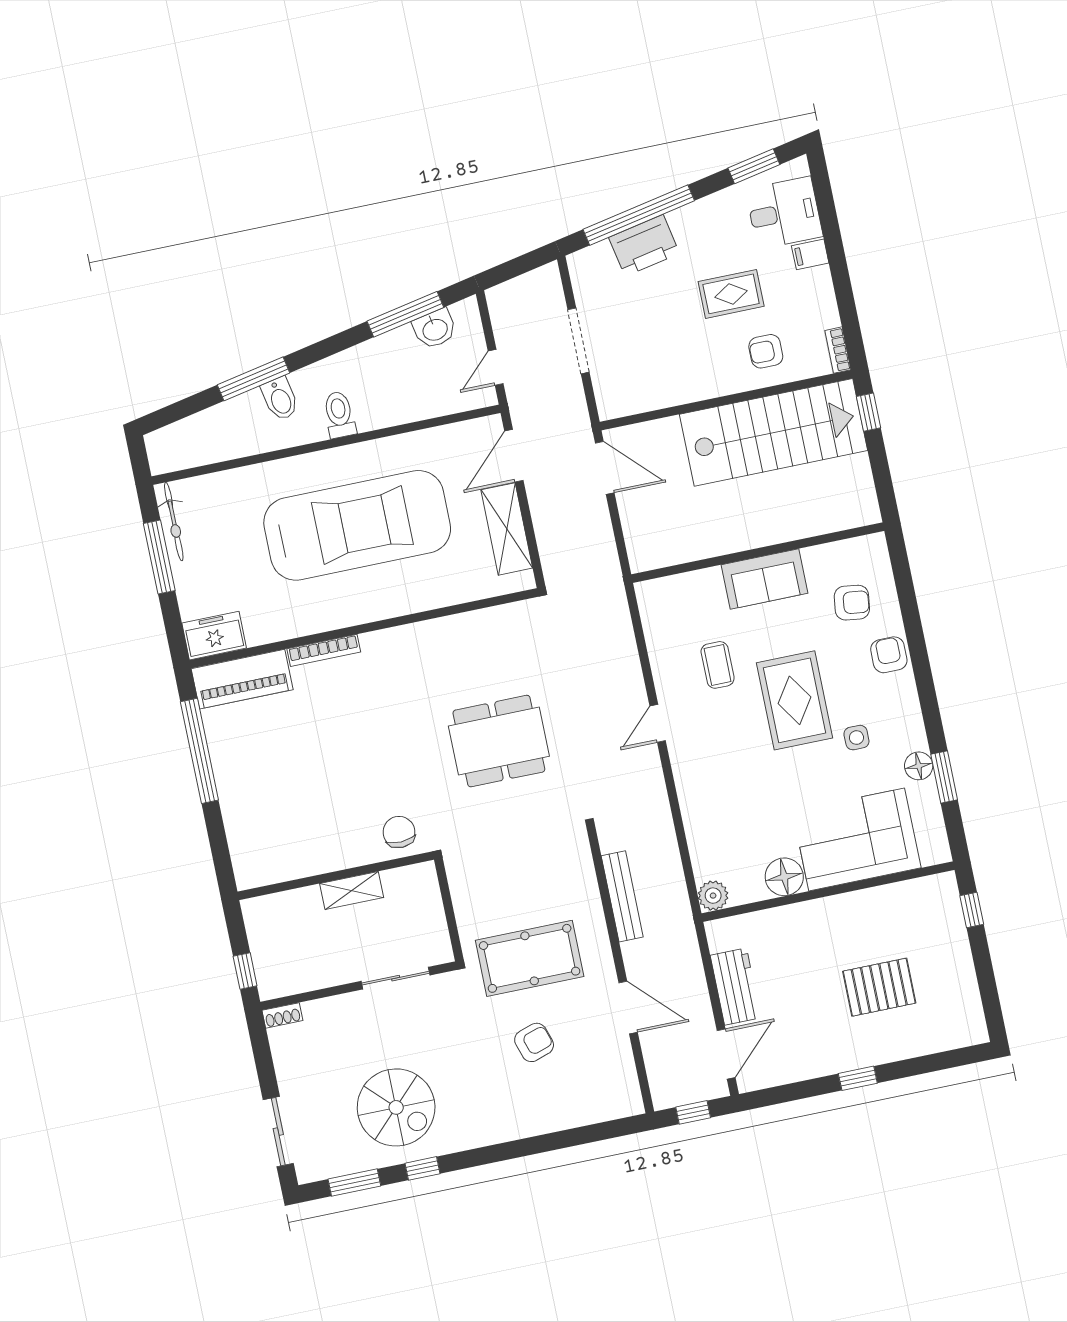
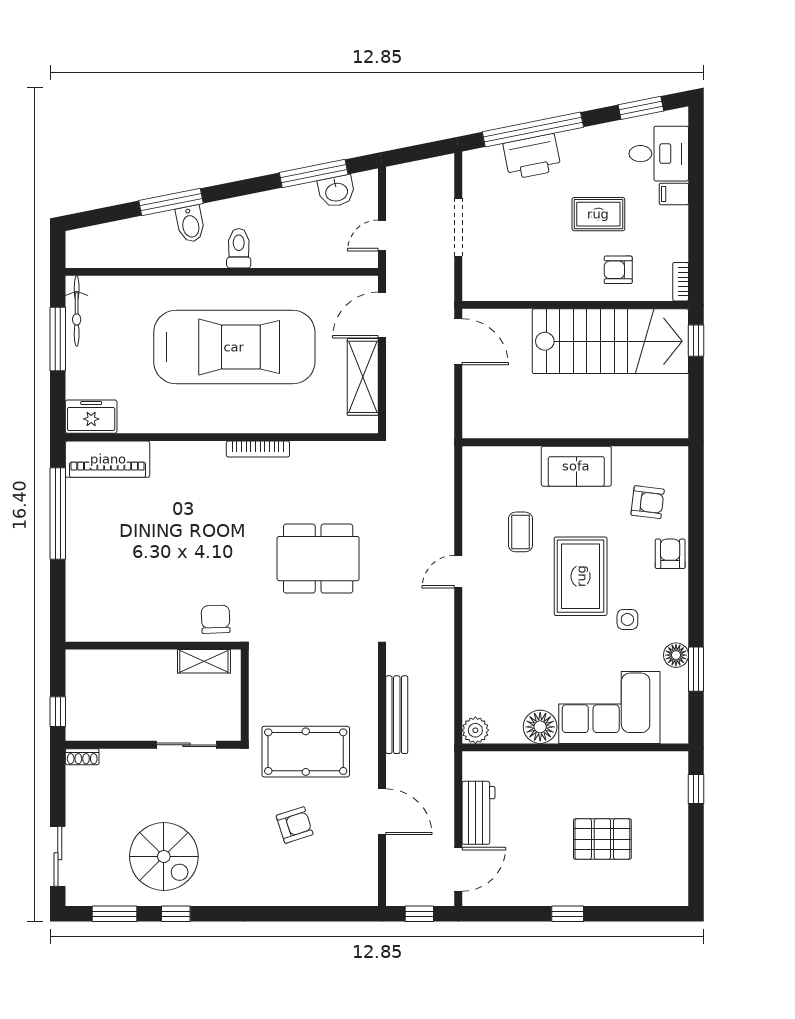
bookcase: (324, 650) -> (258, 449), moved
shelving: (352, 891) -> (204, 661), moved

